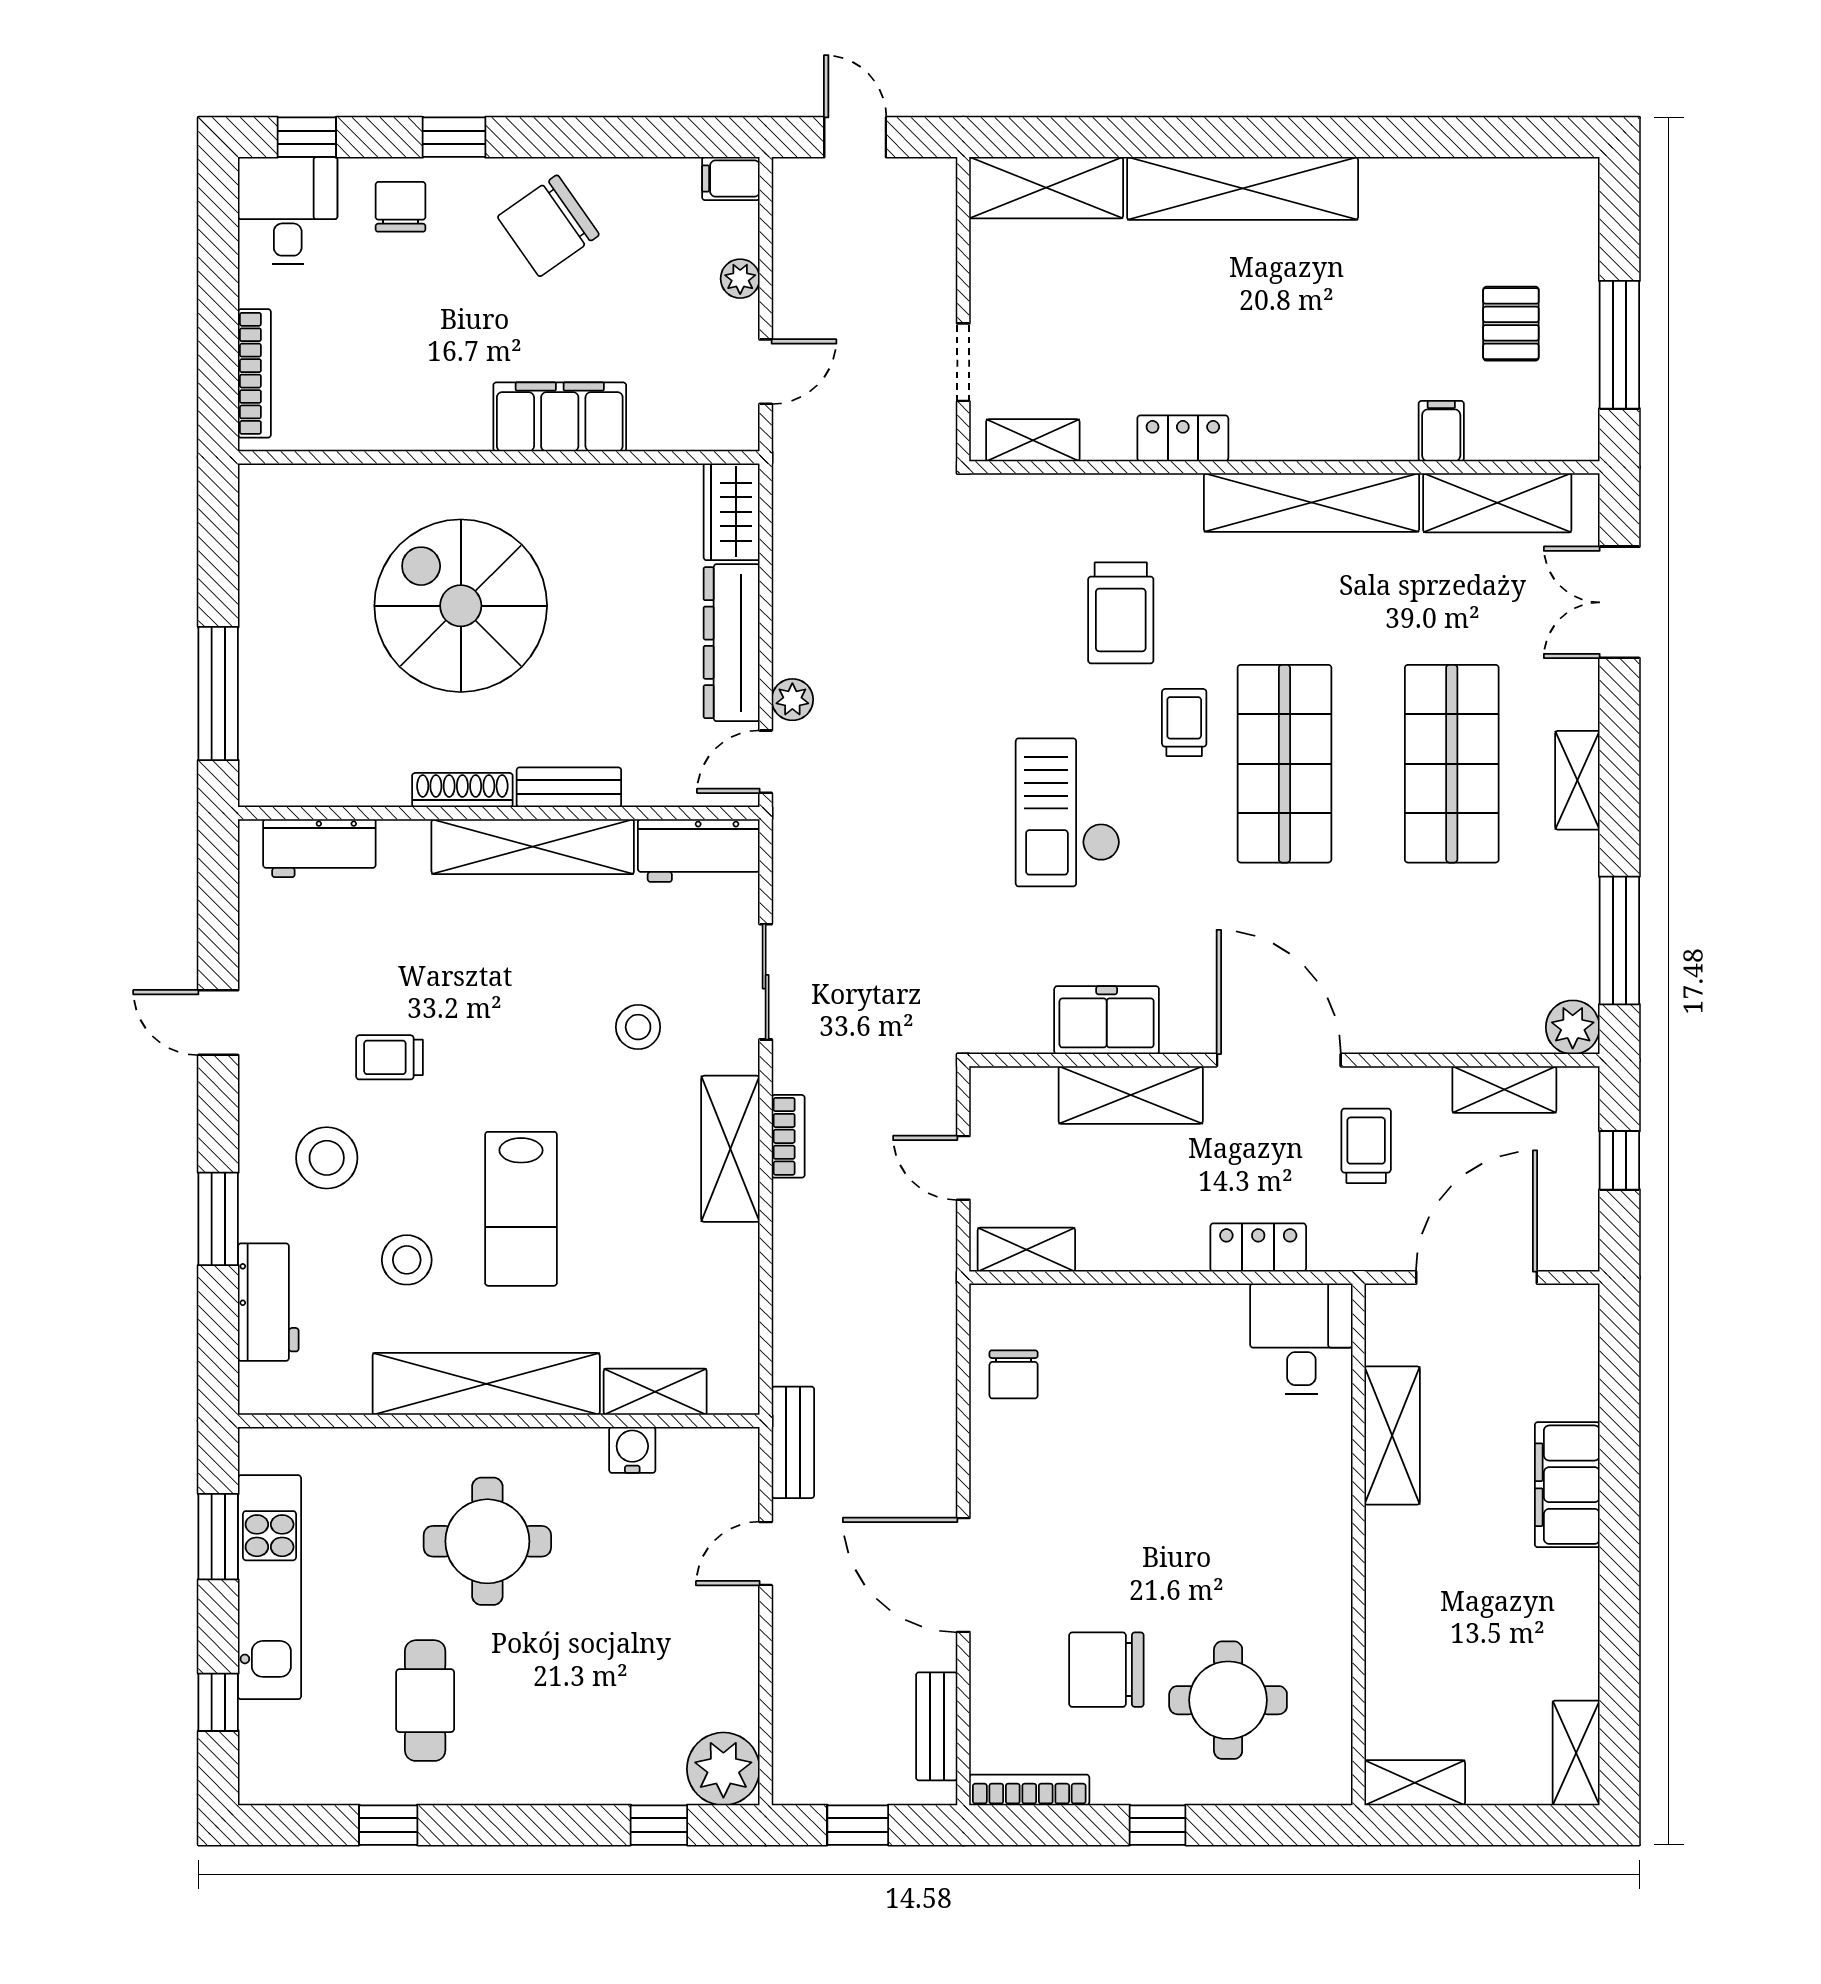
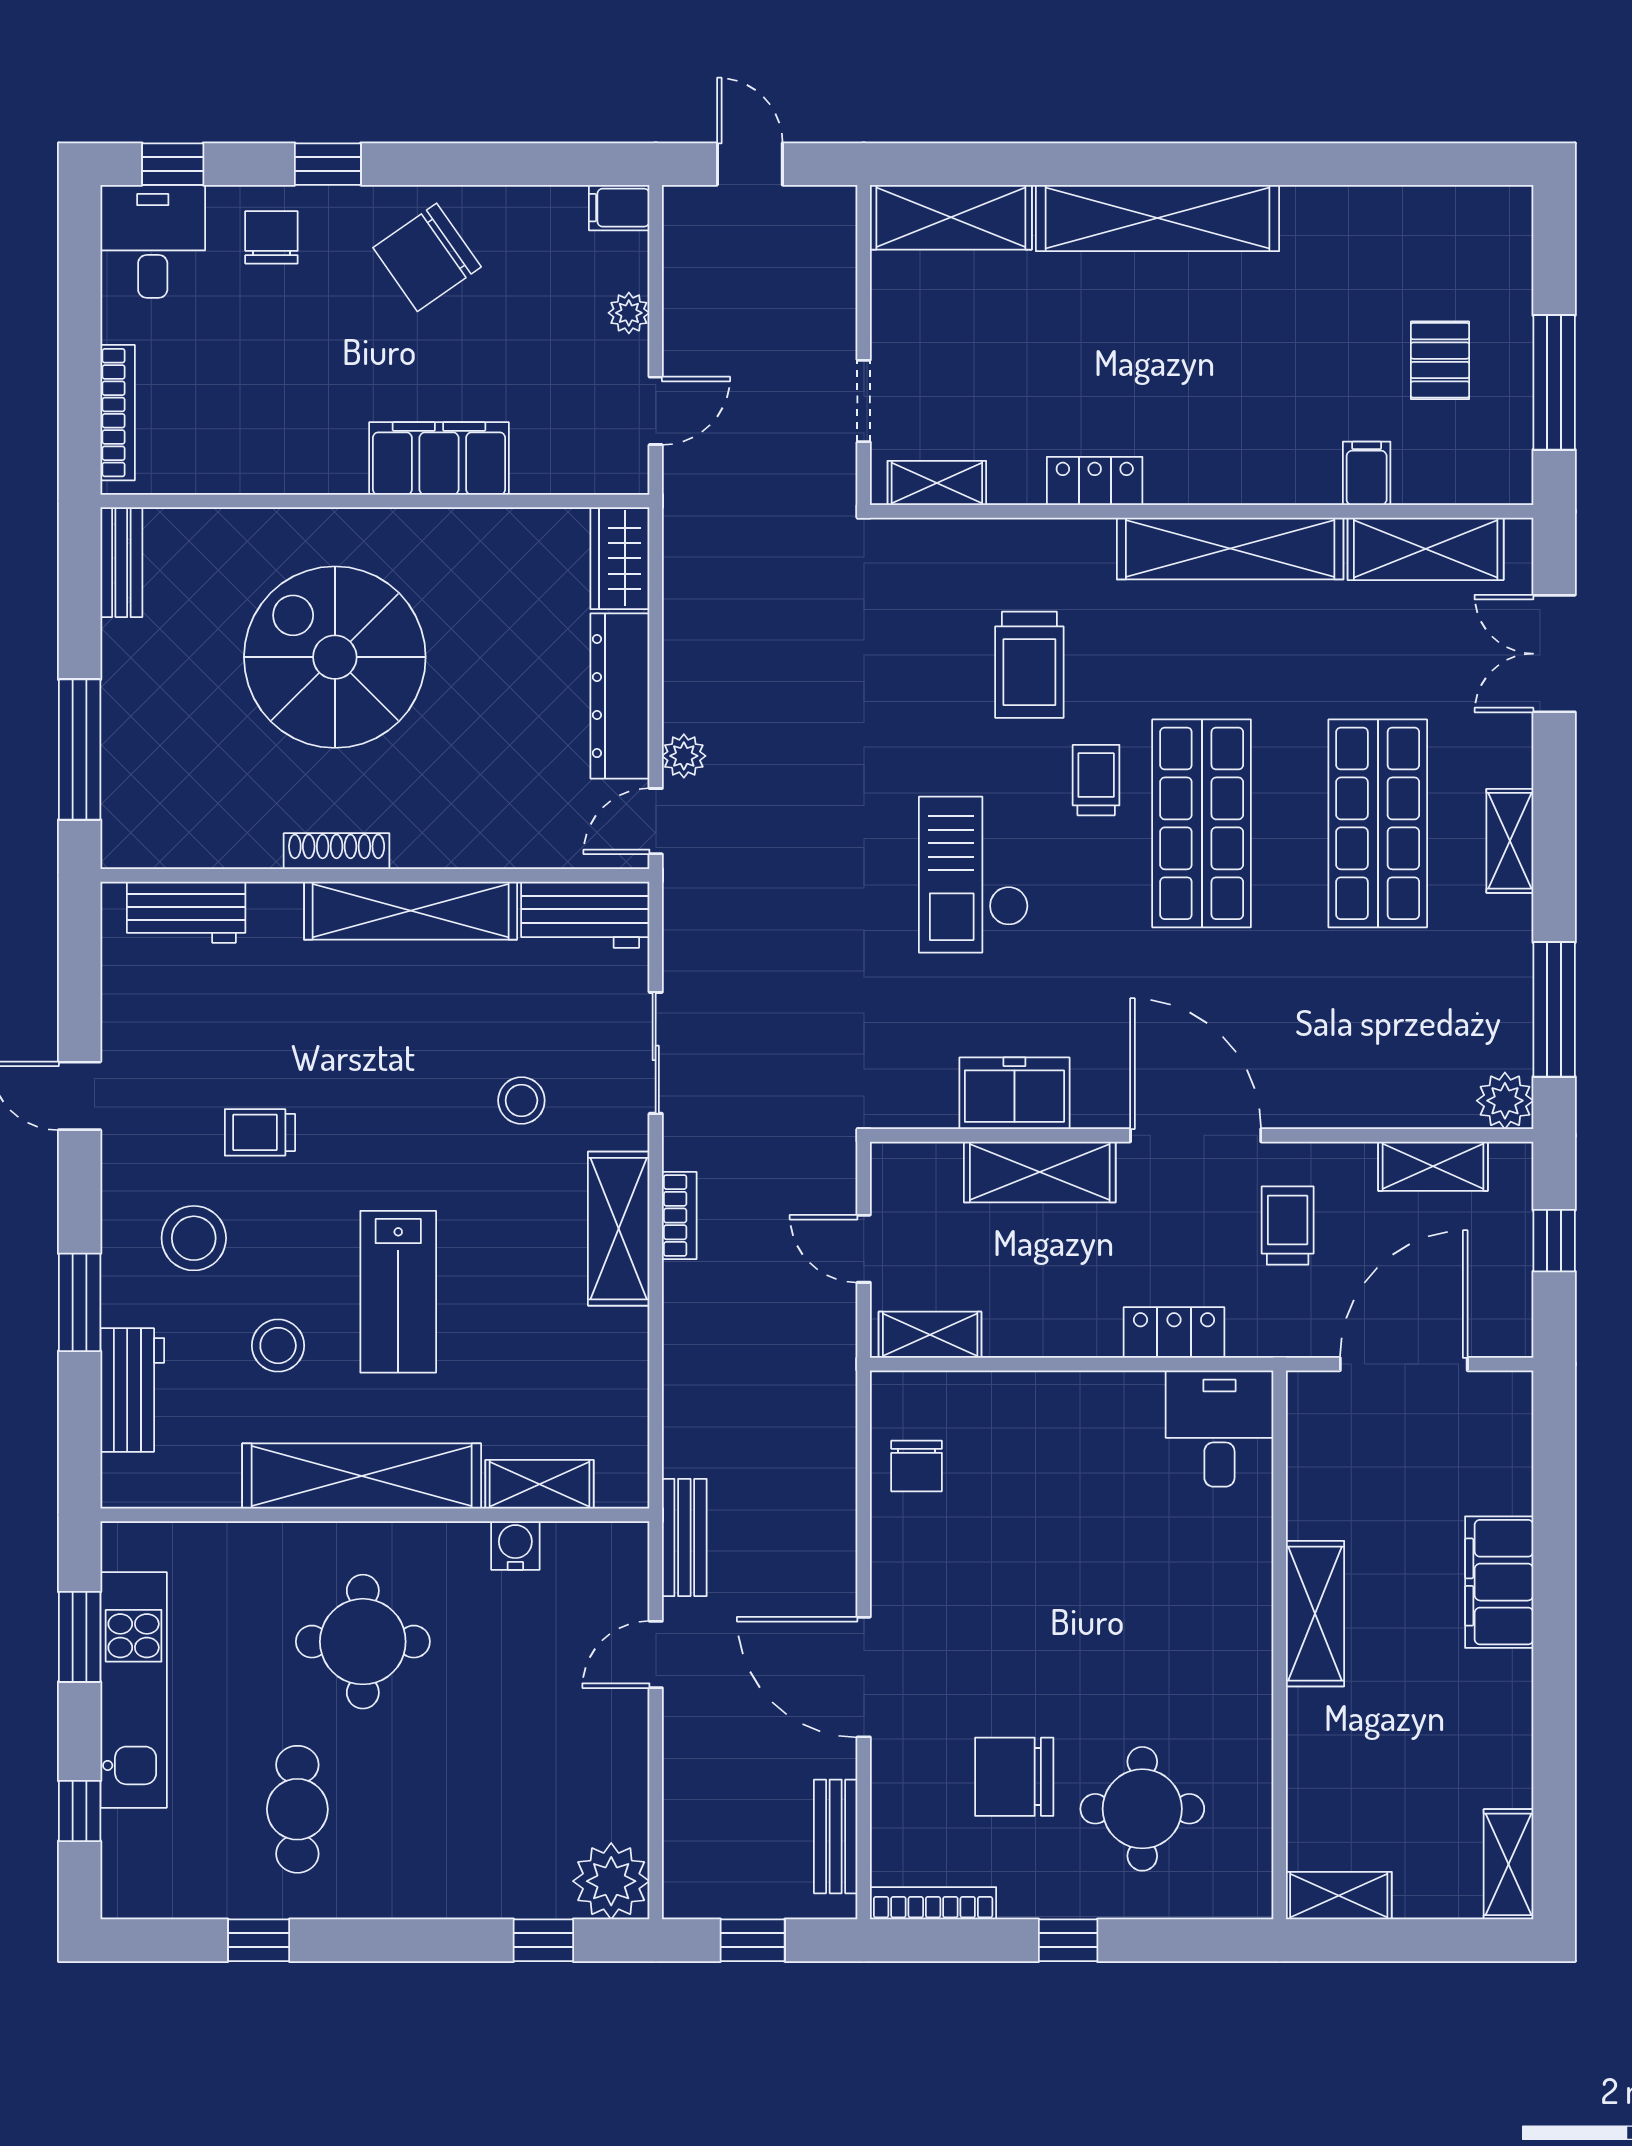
bench: (569, 787) -> (121, 562), moved, turned 90
shelving: (1392, 1436) -> (1315, 1614), moved

